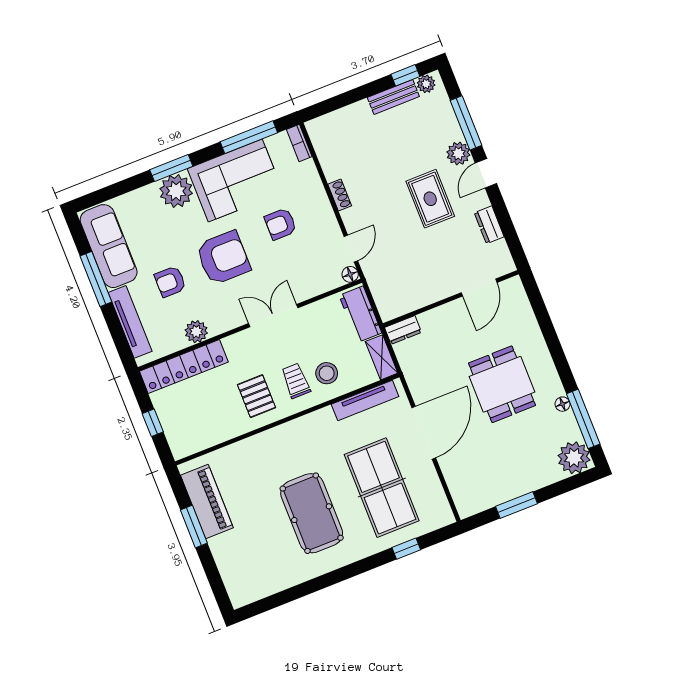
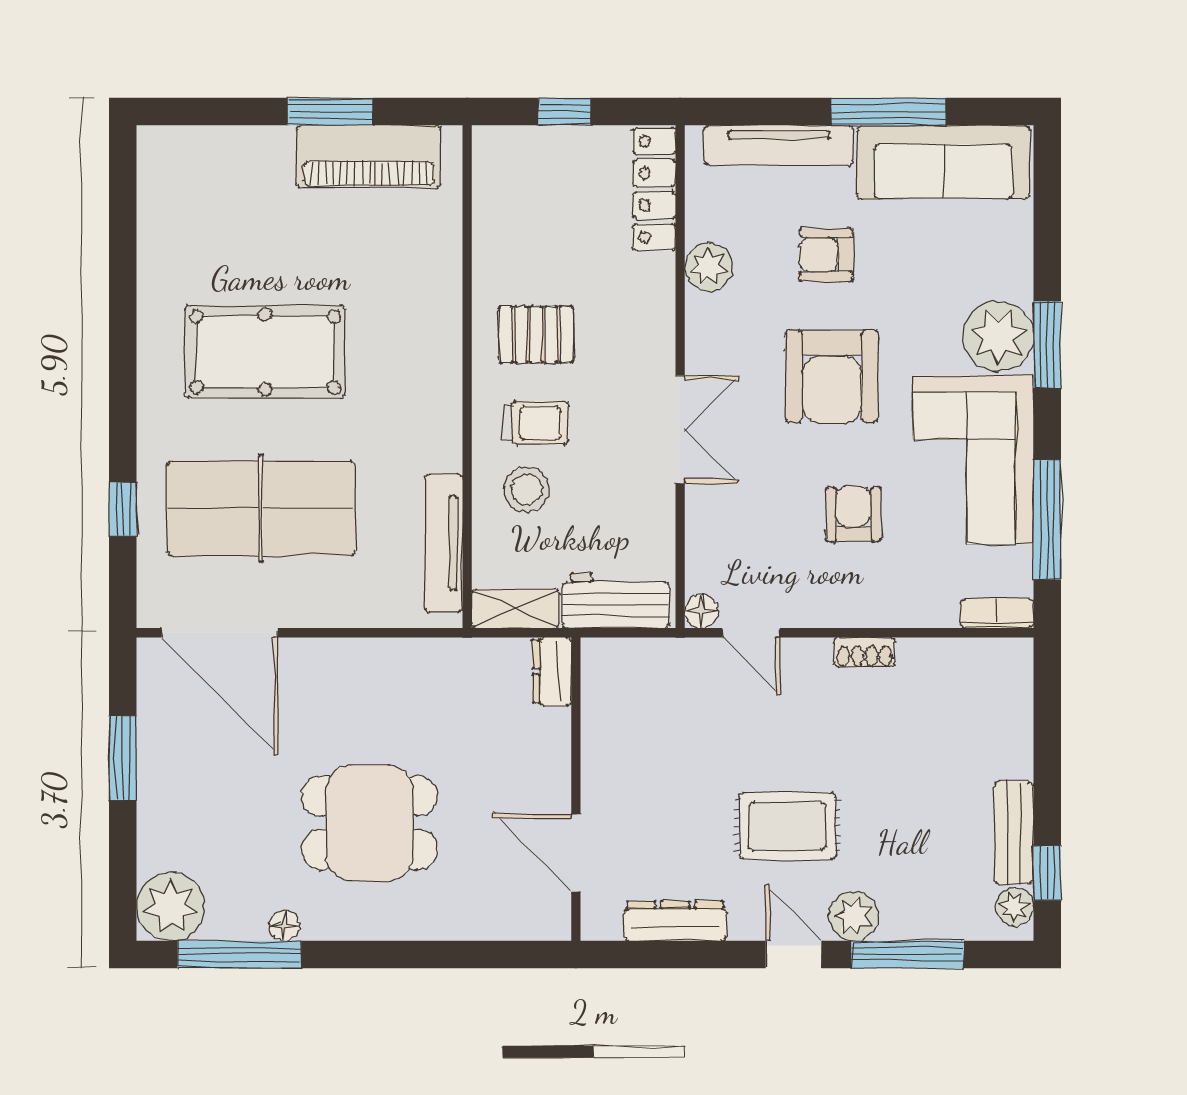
dresser: (489, 225) -> (675, 921), width x1.44
armchair: (170, 282) -> (826, 255), turned -90
locker: (184, 367) -> (654, 189), width x0.71, depth x0.83
door: (424, 433) -> (220, 633), moved

